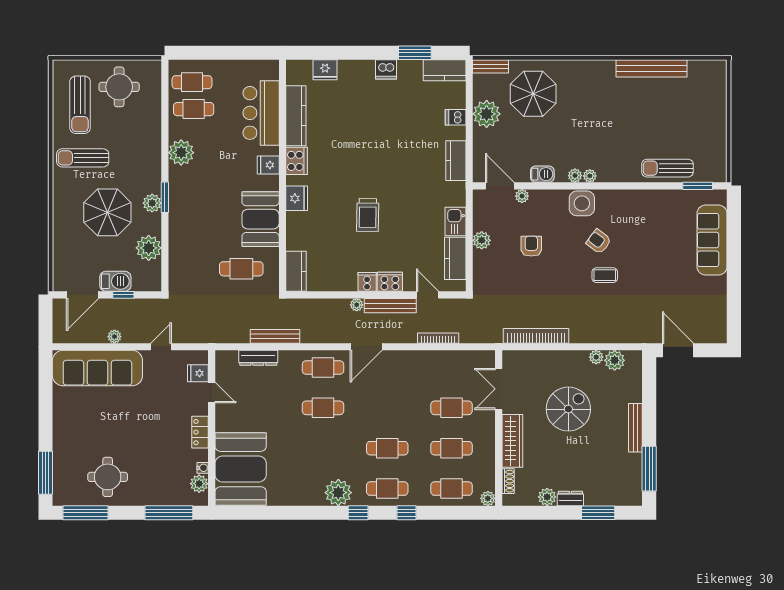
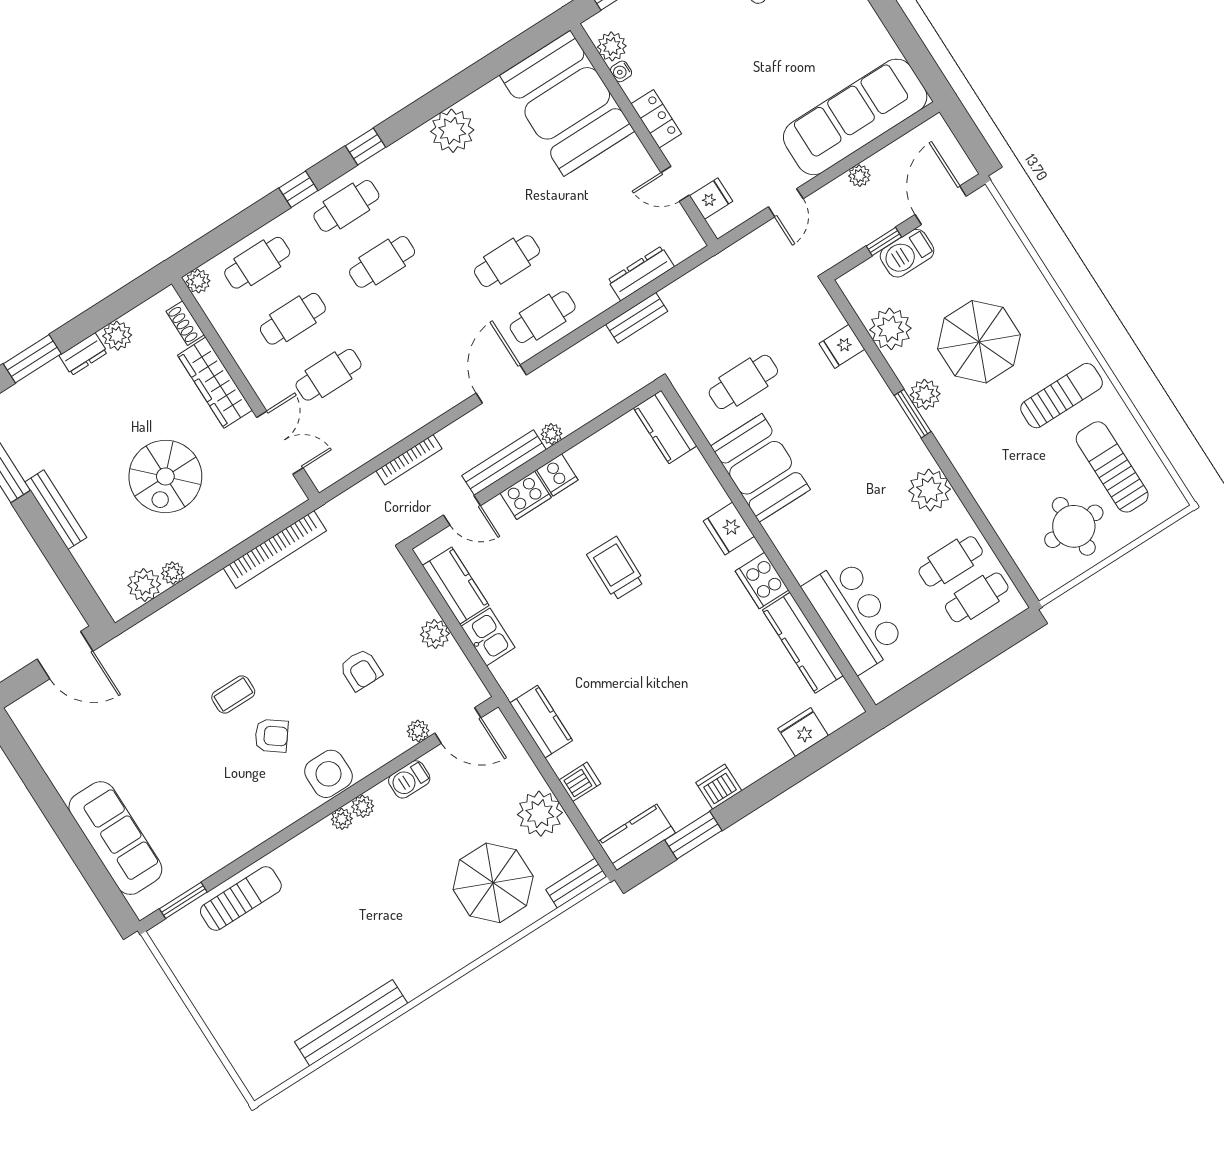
fridge: (268, 165) -> (842, 346), moved, turned 180
bench: (275, 336) -> (637, 318), width x0.73
plant: (338, 493) -> (452, 131), moved

